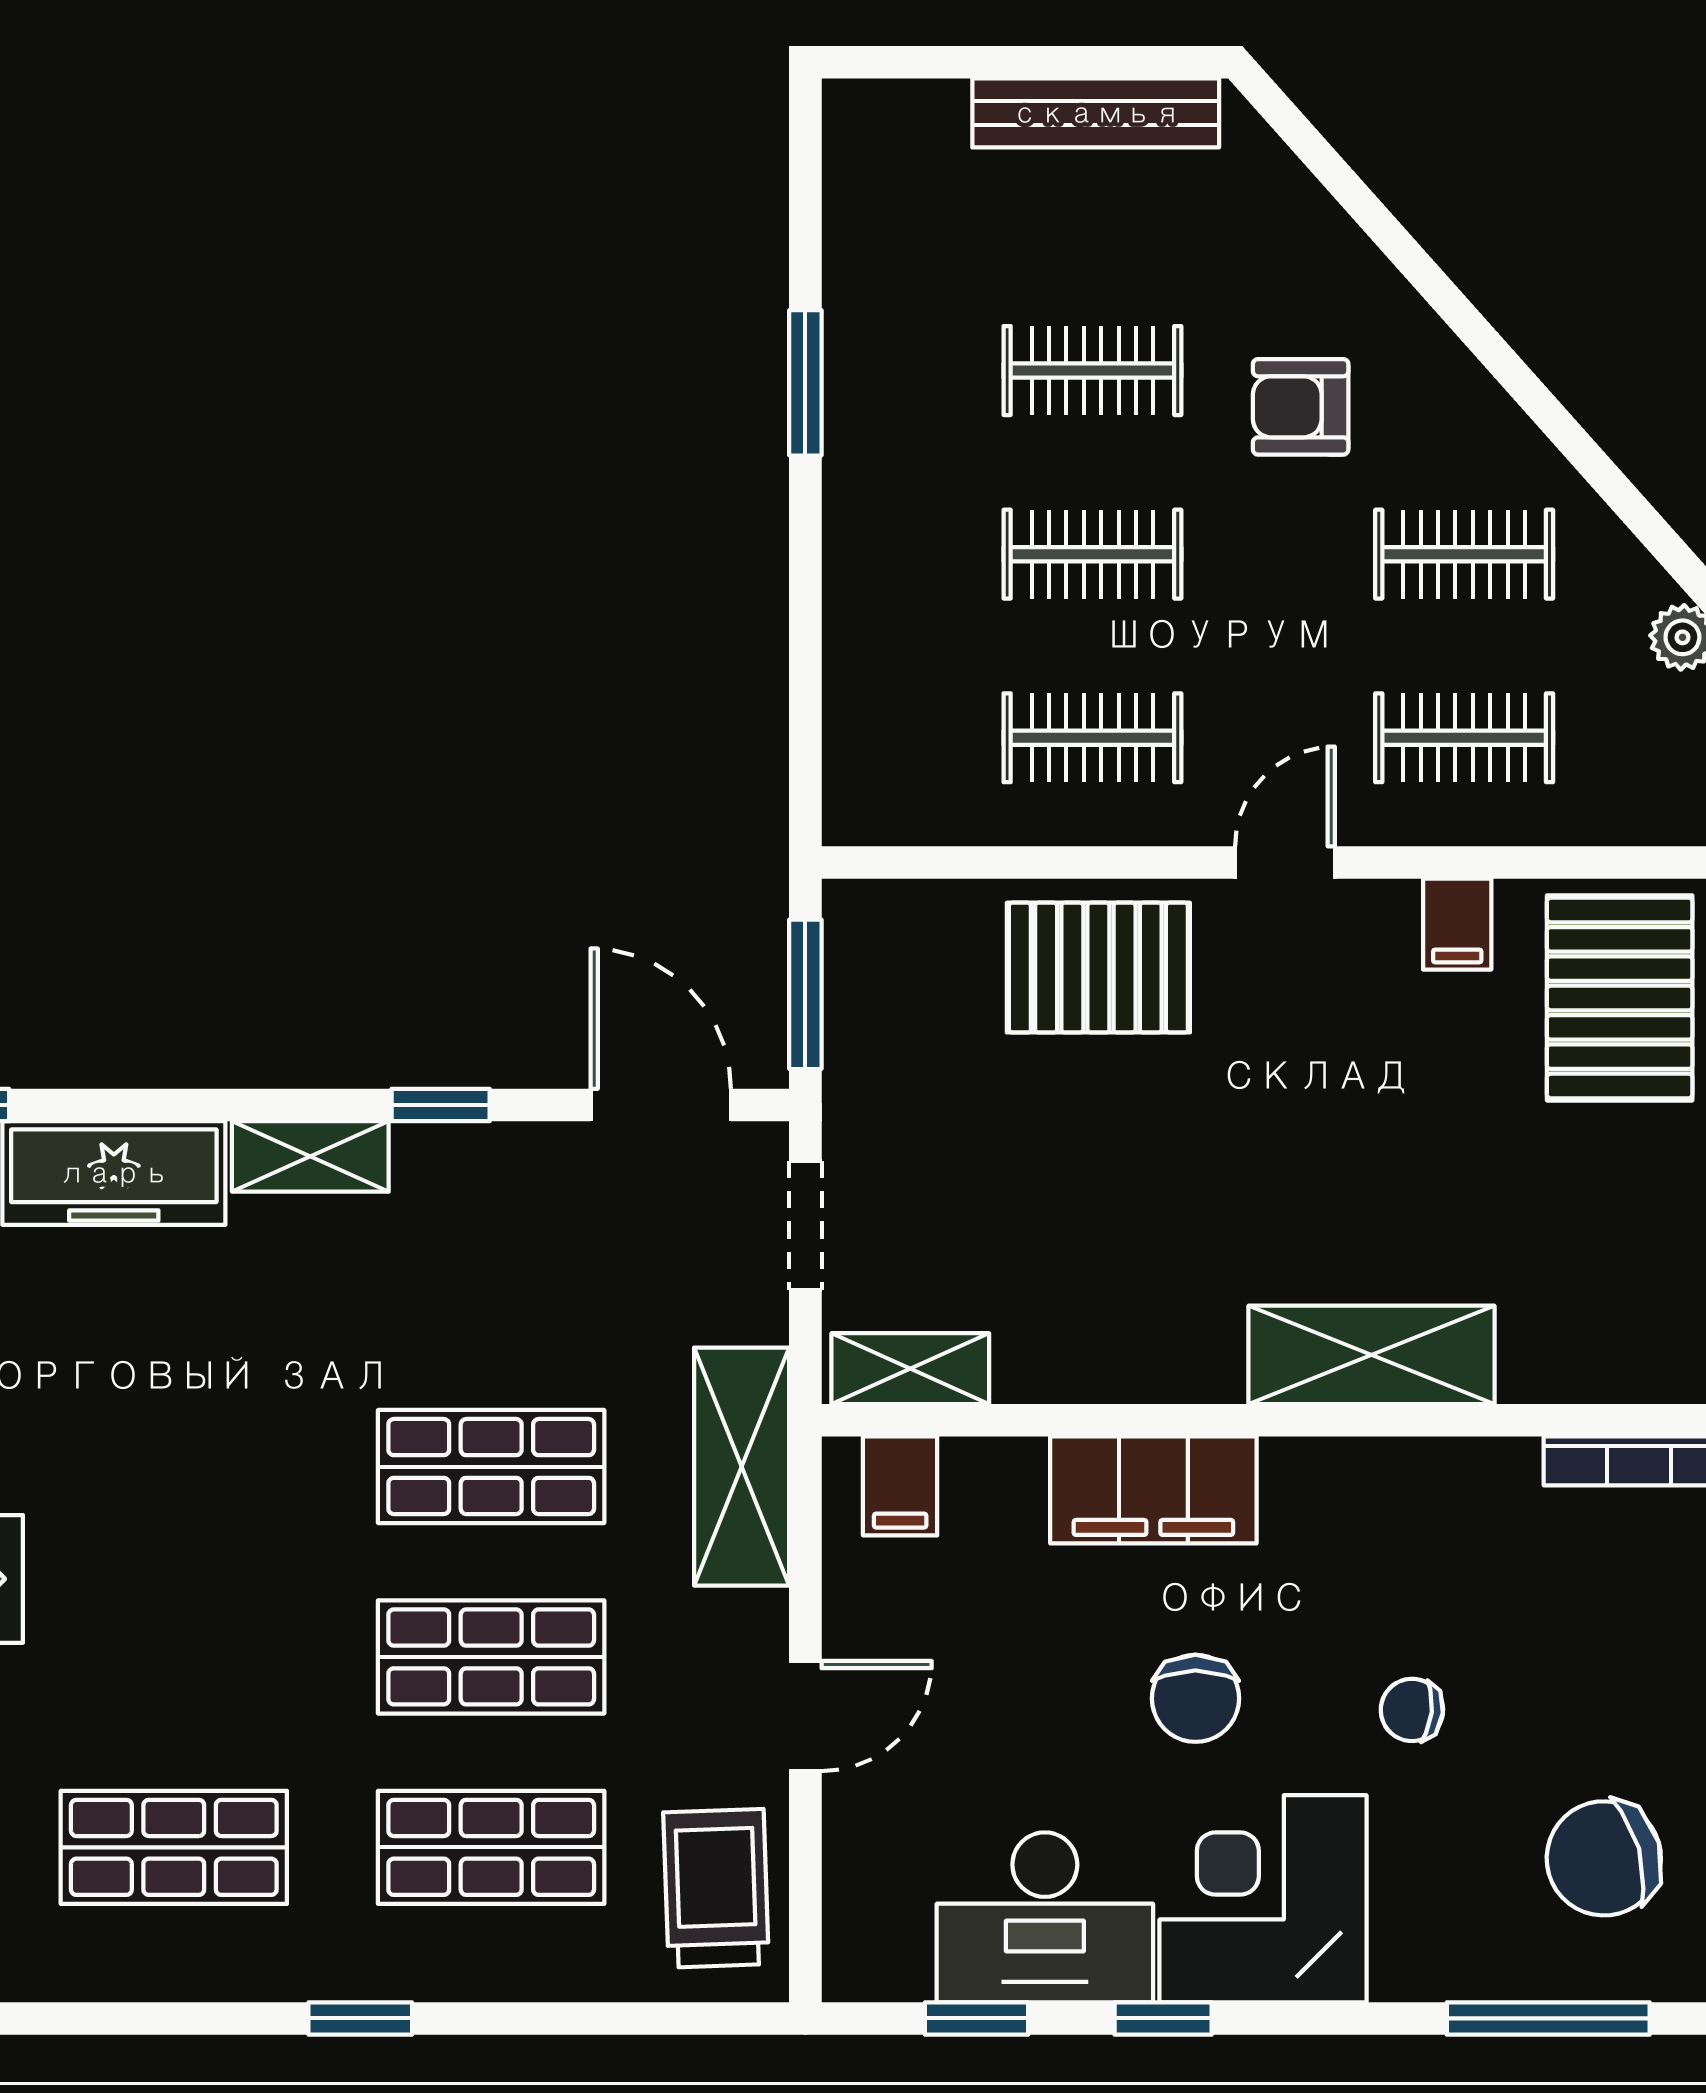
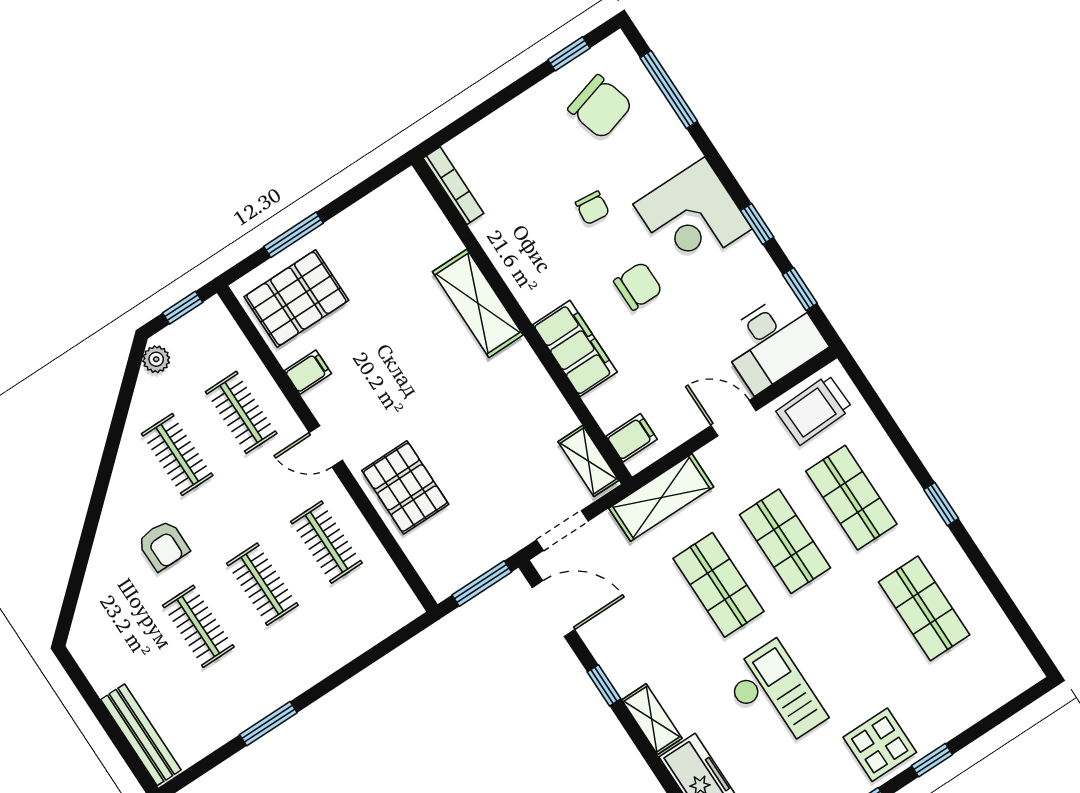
bench: (1096, 113) -> (141, 735), moved
door: (661, 1105) -> (554, 609), swing flipped
checkout: (195, 1433) -> (775, 696), added
desk: (1045, 1917) -> (773, 342), moved, turned 90

